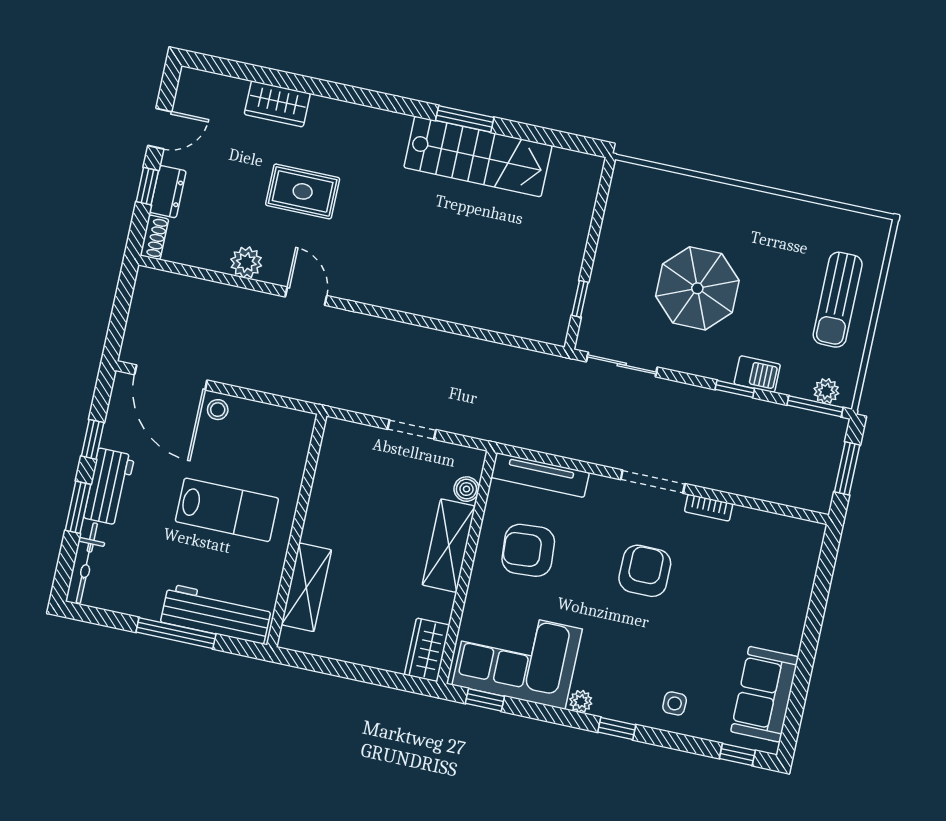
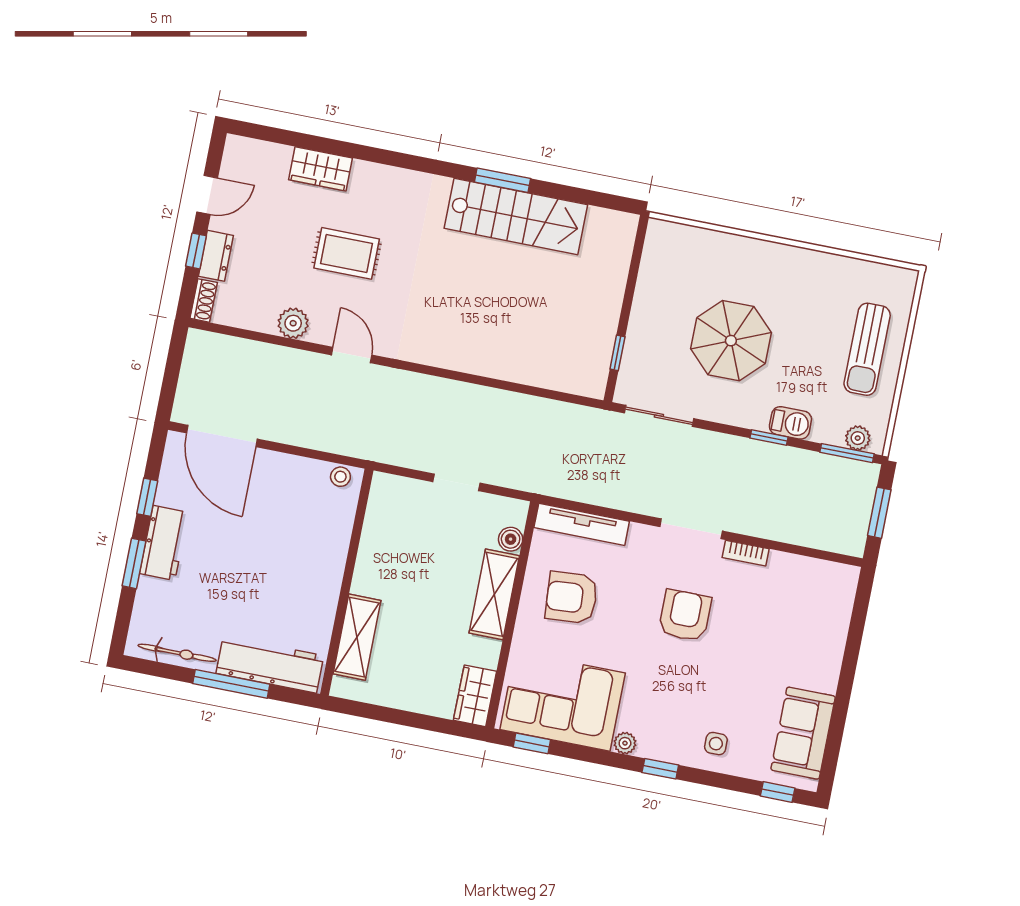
stool: (218, 410) -> (340, 477), moved
lab bench: (227, 510) -> (279, 563), removed
bicycle: (87, 563) -> (177, 653), moved, turned -90

